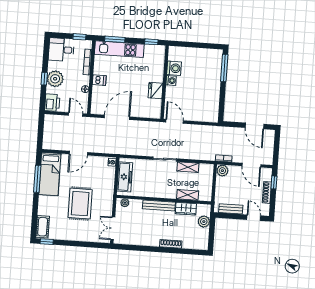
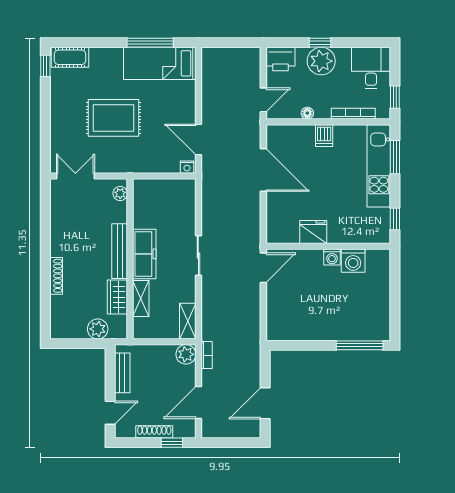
door: (78, 153) -> (198, 139), moved
shelving: (188, 167) -> (188, 321), moved
freezer: (125, 177) -> (144, 254), moved, turned -90

